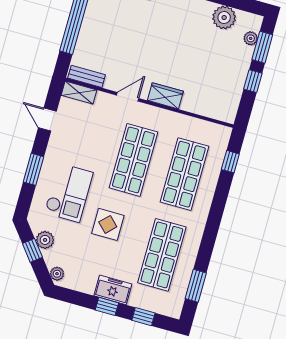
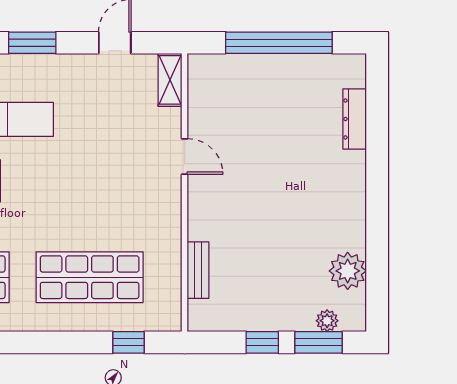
bench: (87, 76) -> (198, 270), moved
wardrobe: (165, 96) -> (202, 214), removed
shop shelf: (133, 160) -> (90, 193), removed

